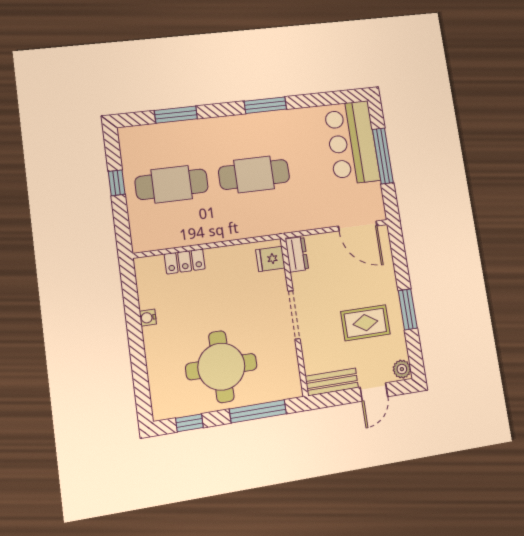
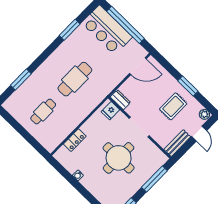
window: (265, 105) -> (70, 30), moved
window: (383, 156) -> (125, 25), width x1.46
window: (117, 183) -> (20, 129), removed
cafe table: (172, 184) -> (43, 111), width x0.73, depth x0.74
round table: (221, 367) -> (119, 158), moved

